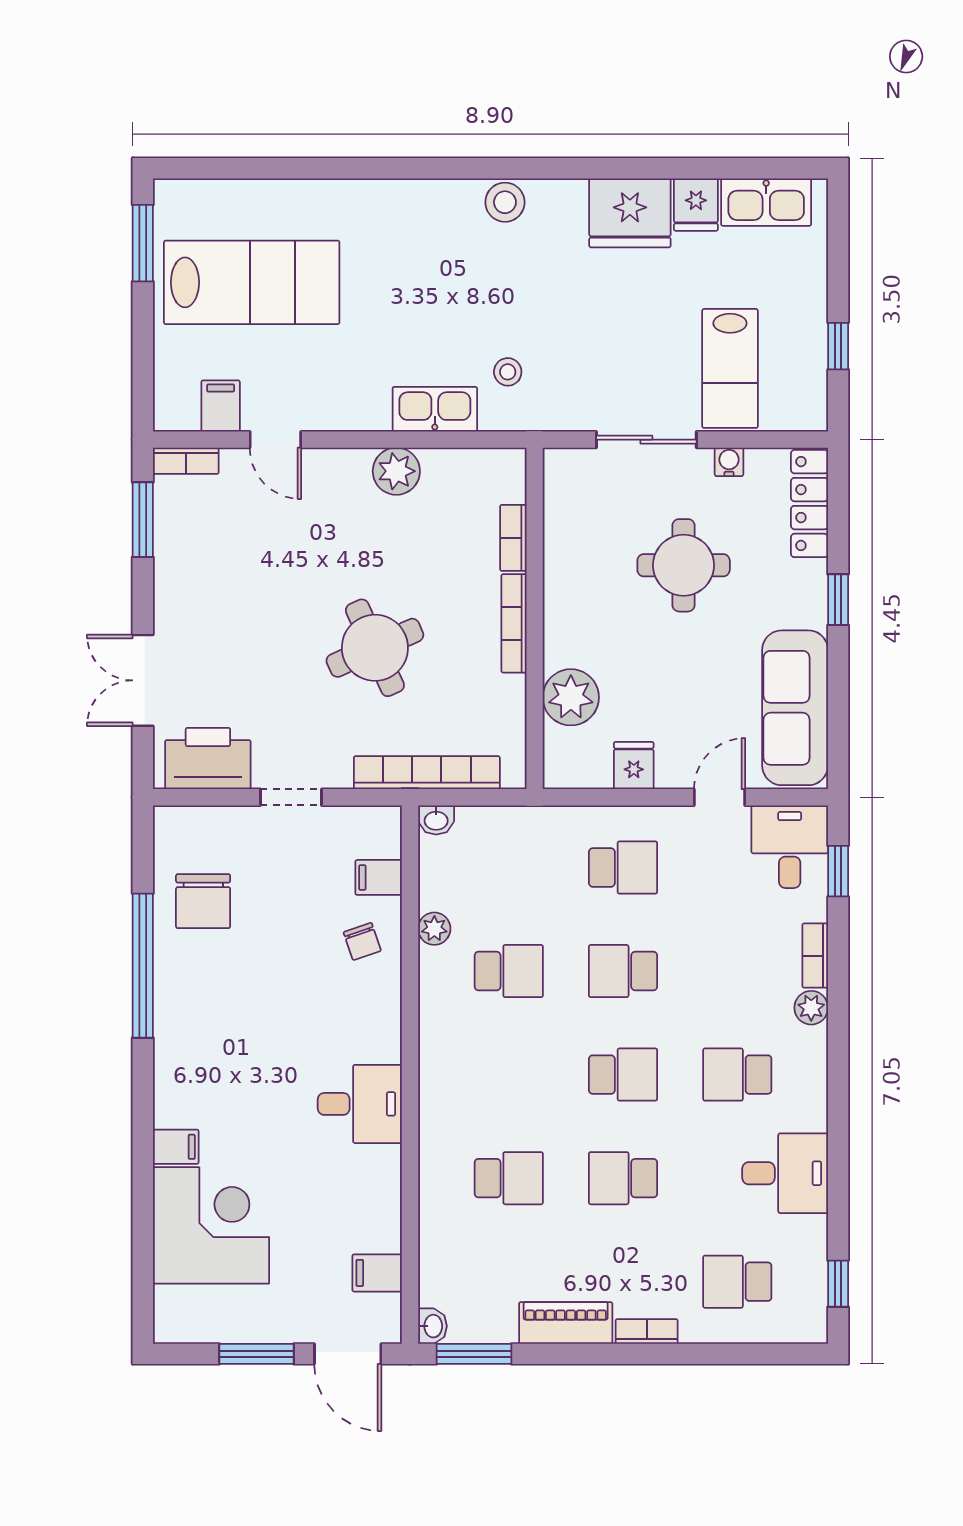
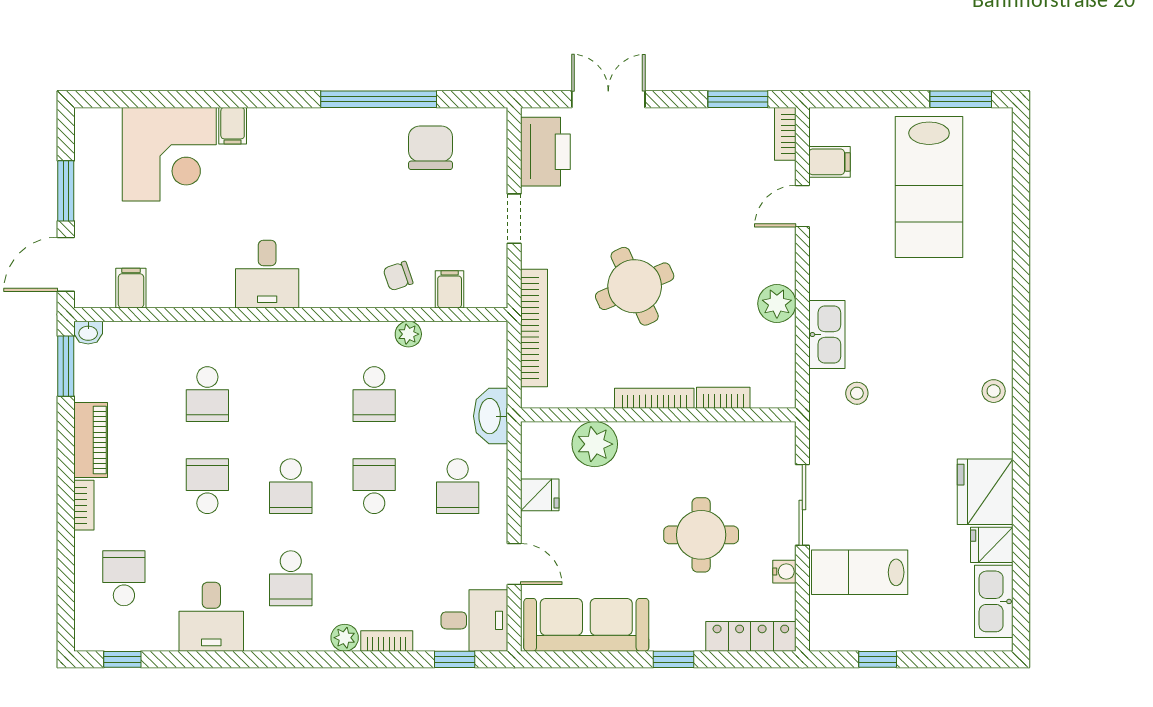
stool: (505, 202) -> (994, 391), width x0.73, depth x0.73
washbasin: (436, 820) -> (491, 416), moved, width x1.91, depth x1.45
chair: (203, 901) -> (431, 148), turned 90
school desk: (737, 1075) -> (291, 578), turned 180

